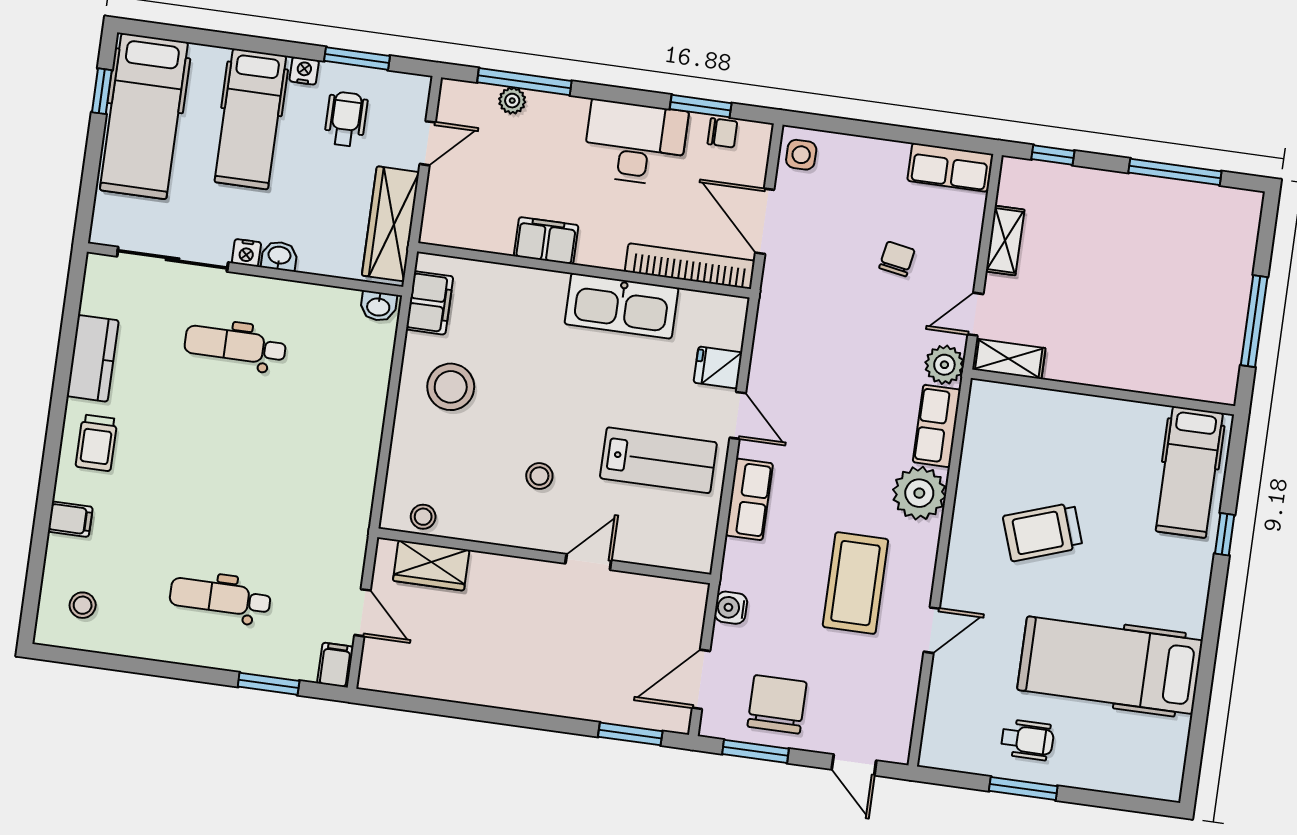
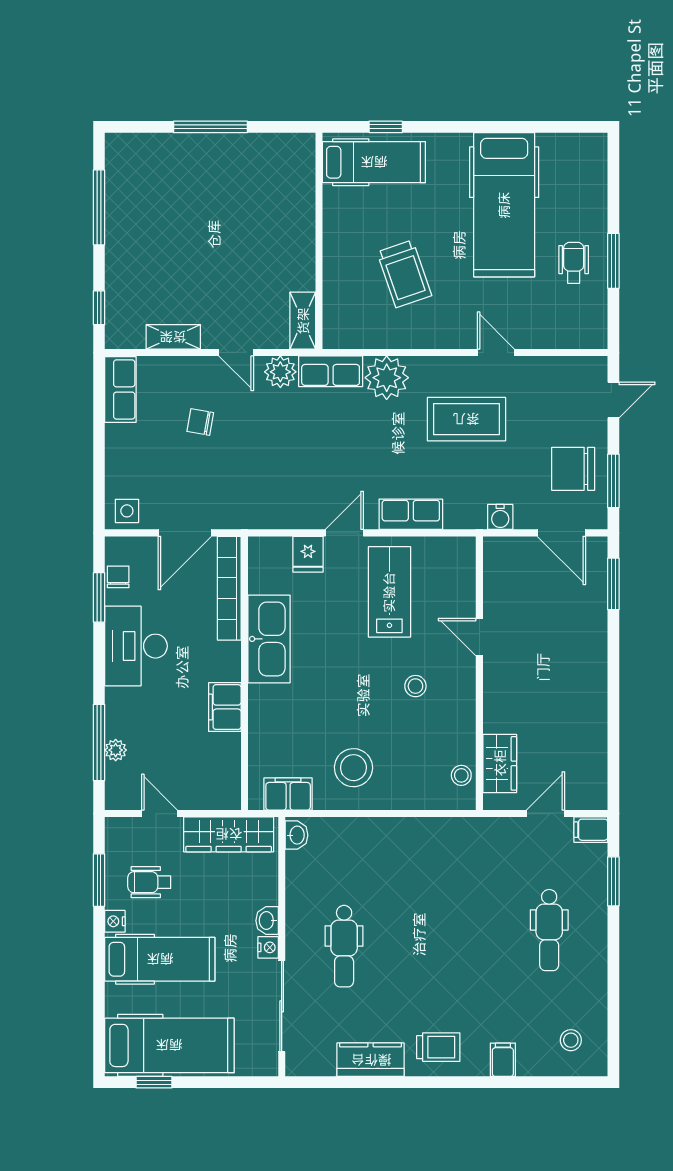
shelving: (1009, 359) -> (303, 321), moved
wall: (1103, 392) -> (319, 241), moved
hospital bed: (1189, 472) -> (374, 162), moved

